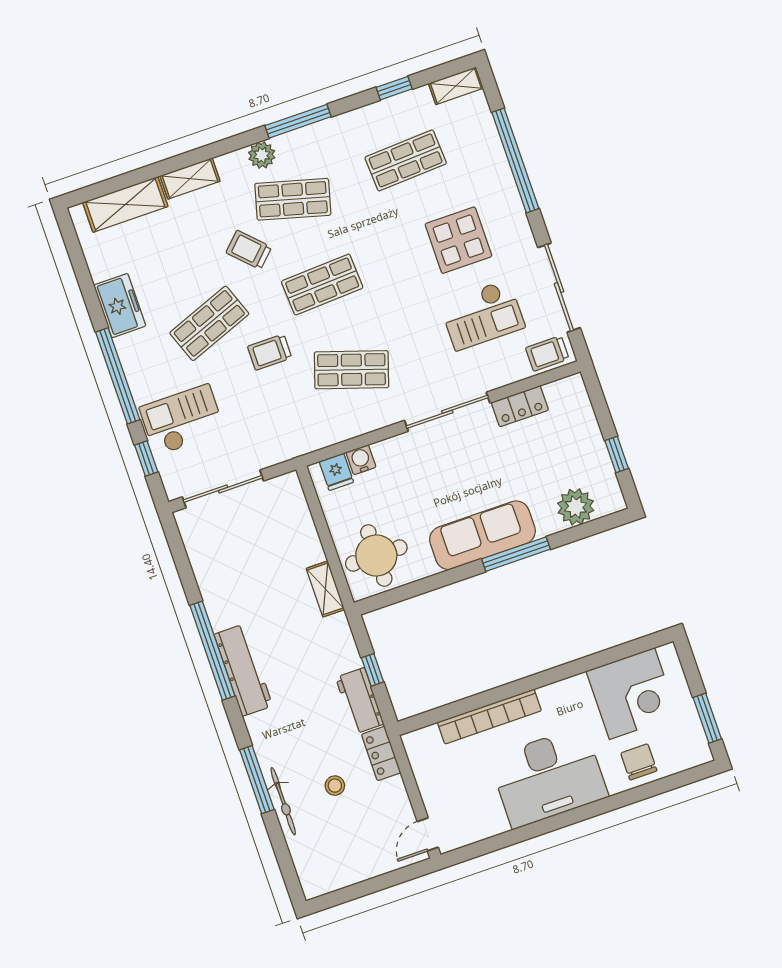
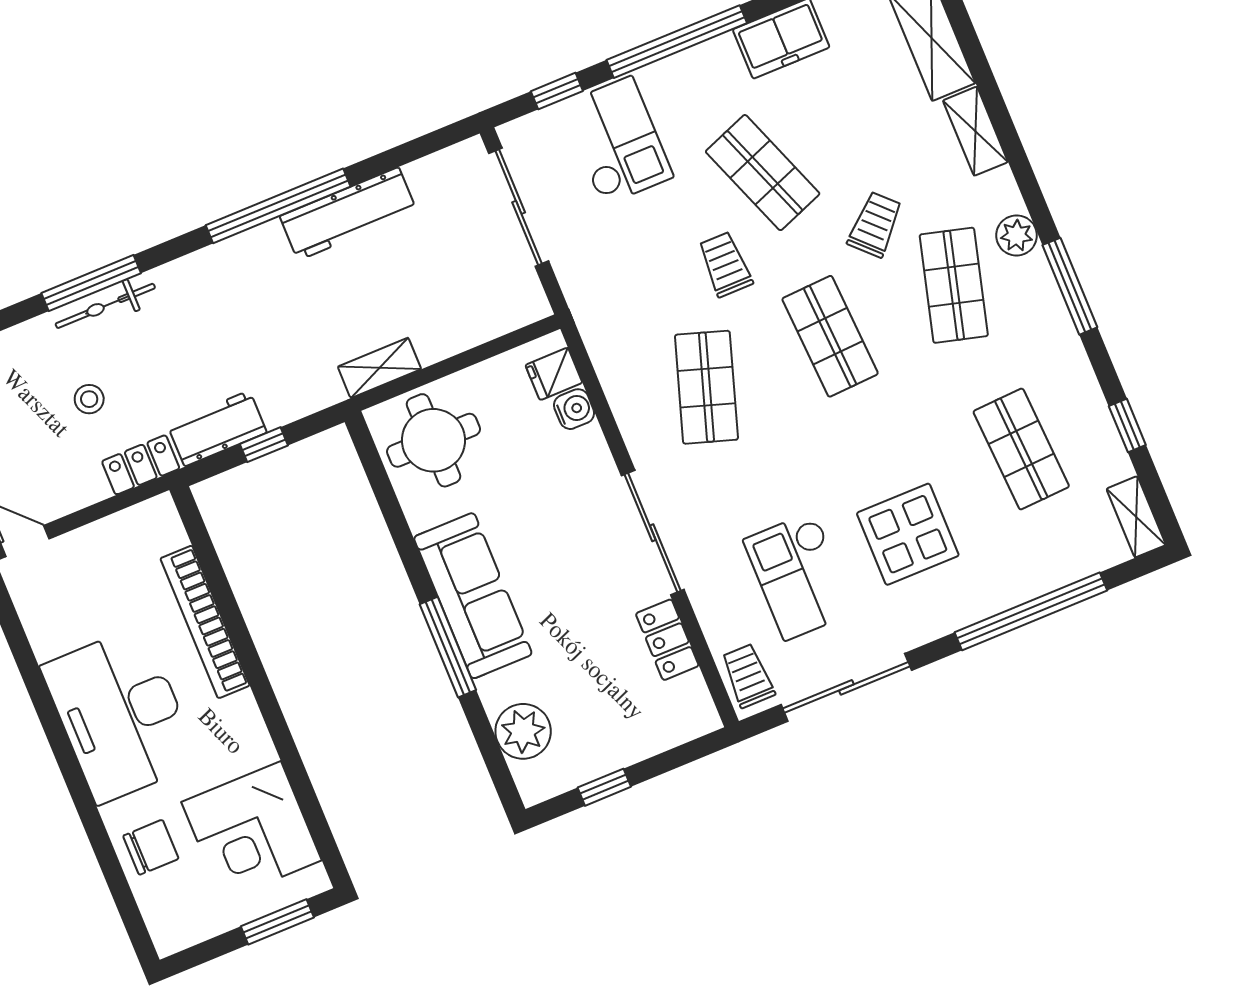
workbench: (243, 670) -> (348, 214), moved
window: (707, 718) -> (277, 922), moved
bicycle: (283, 801) -> (105, 306), moved

